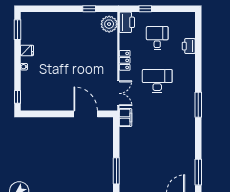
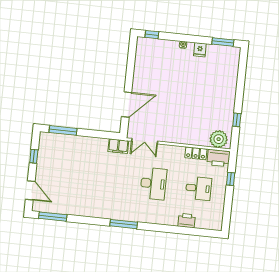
locker: (125, 60) -> (196, 153), moved

